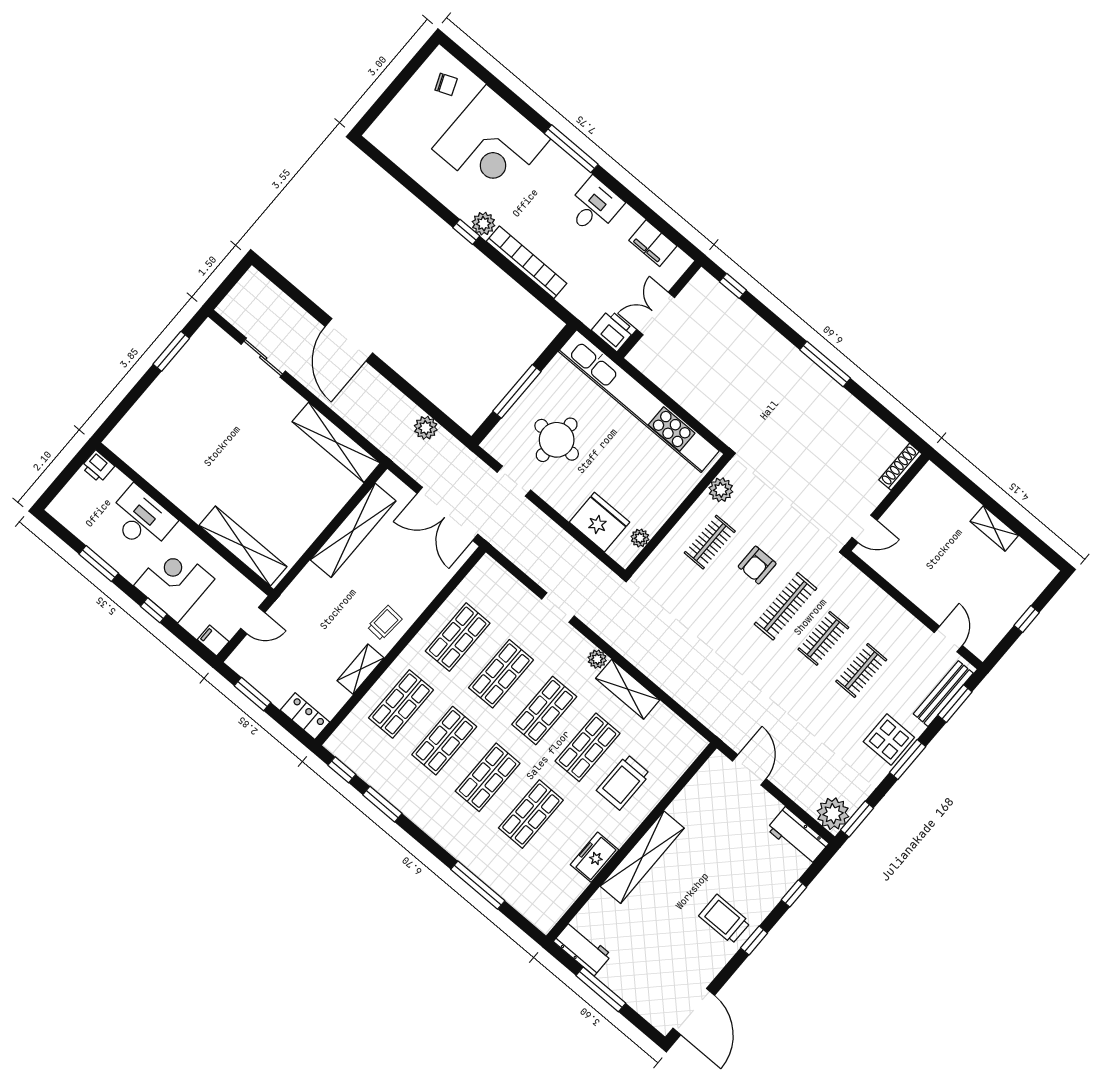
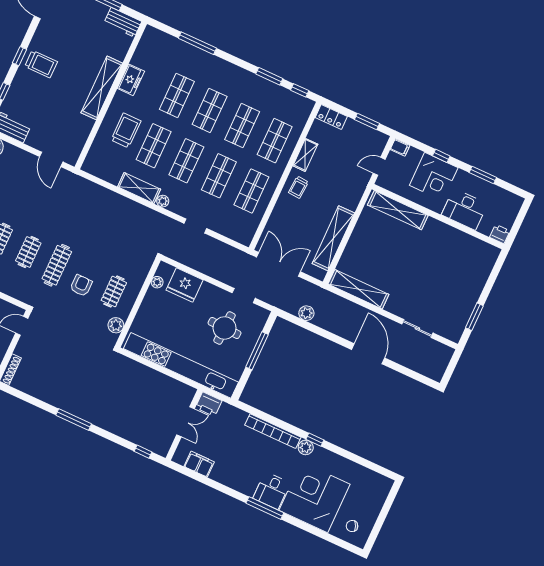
desk: (594, 206) -> (271, 491), moved

